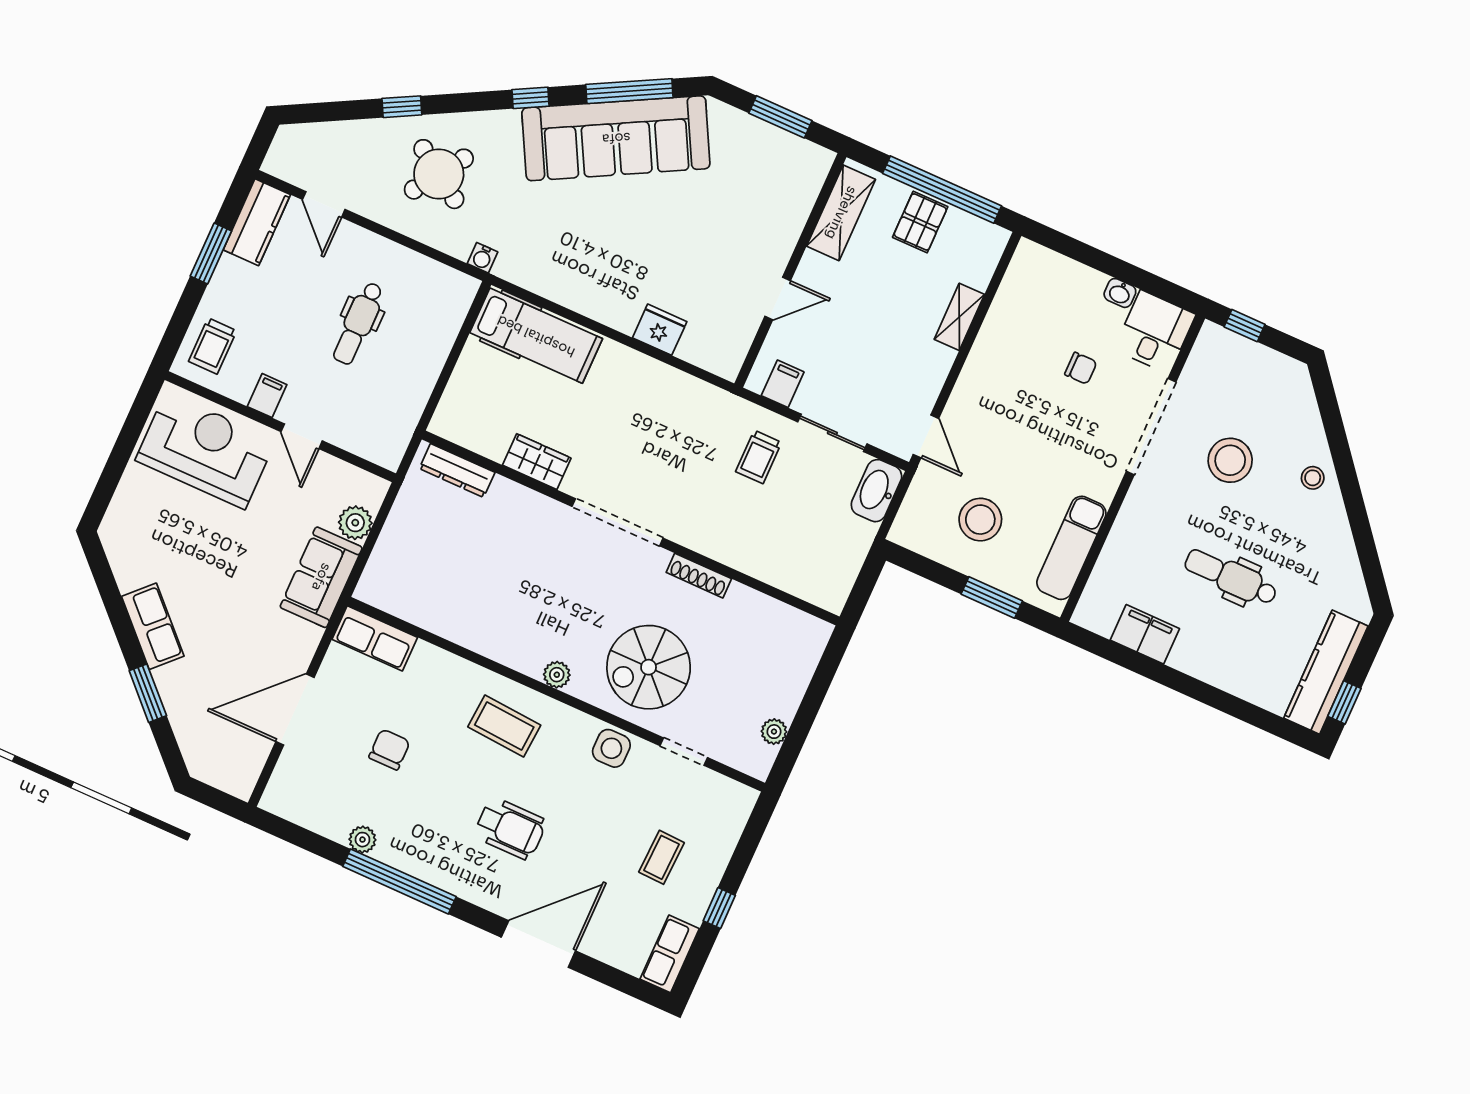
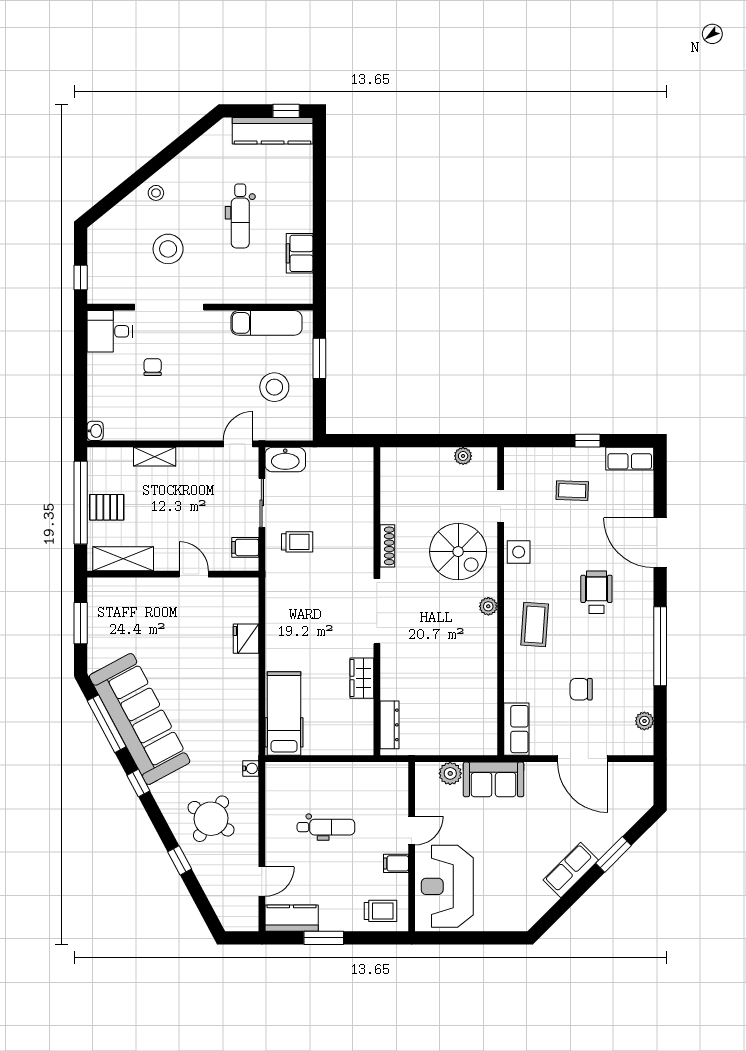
washbasin: (1120, 293) -> (95, 431), moved
plant: (362, 840) -> (644, 721), moved

